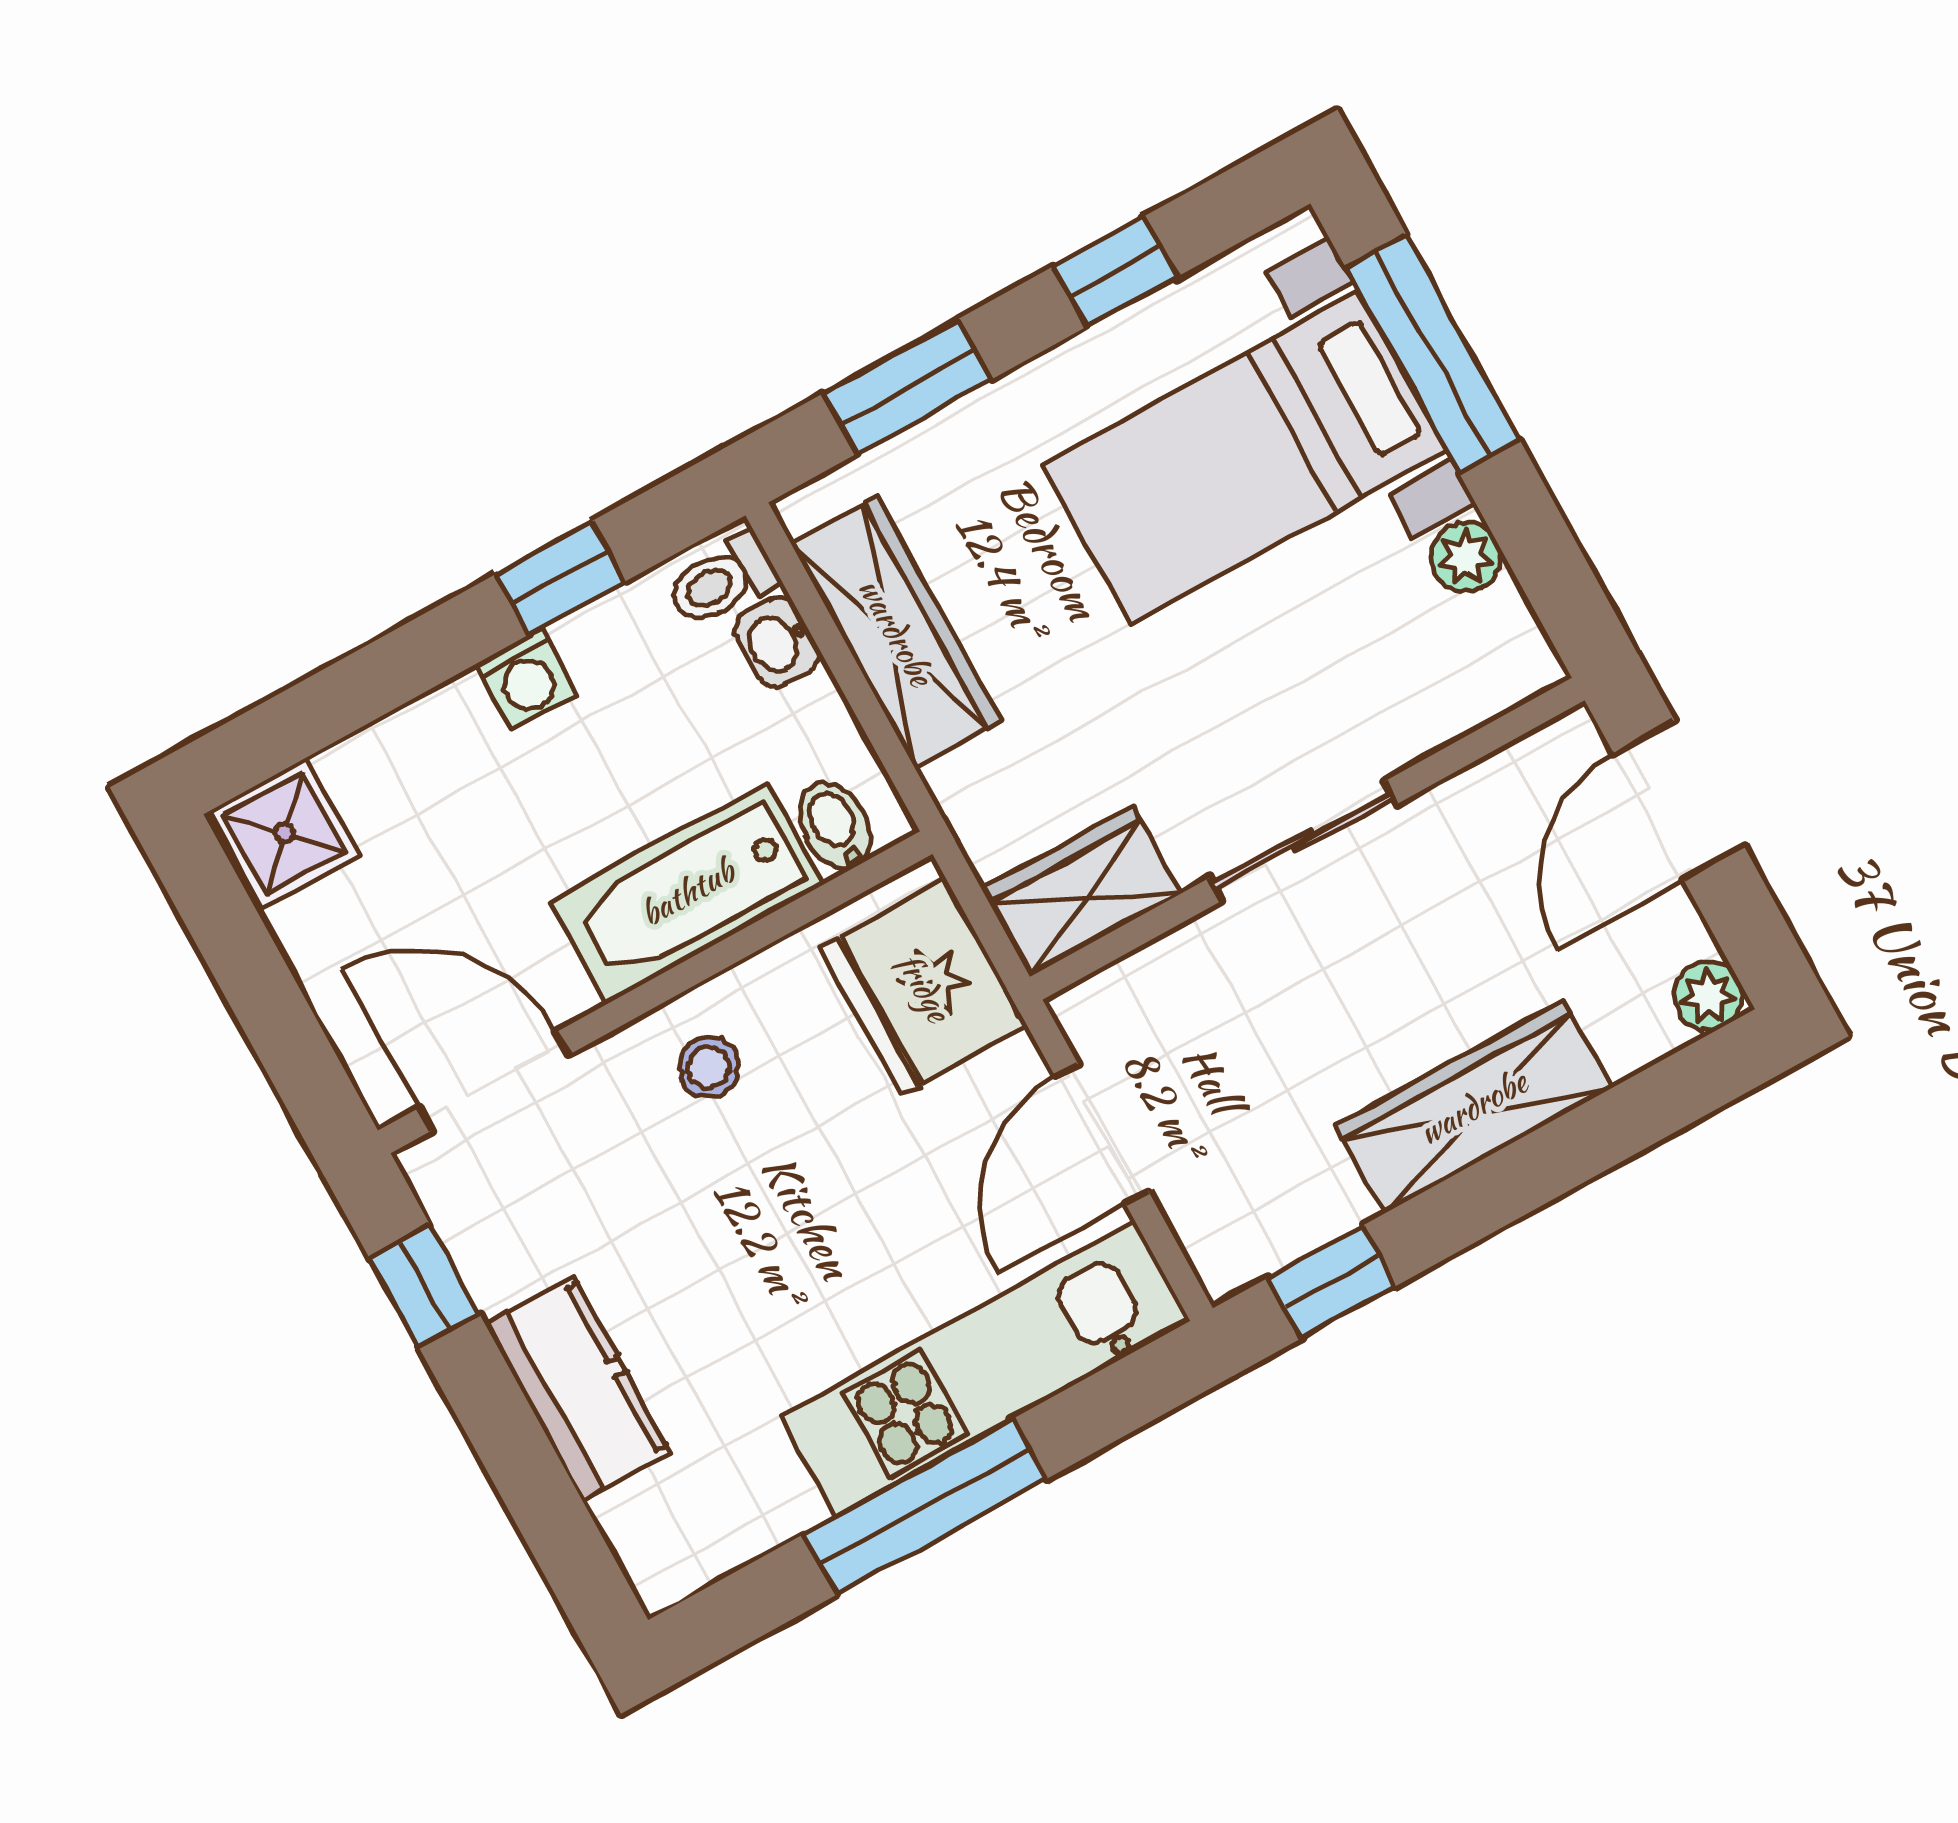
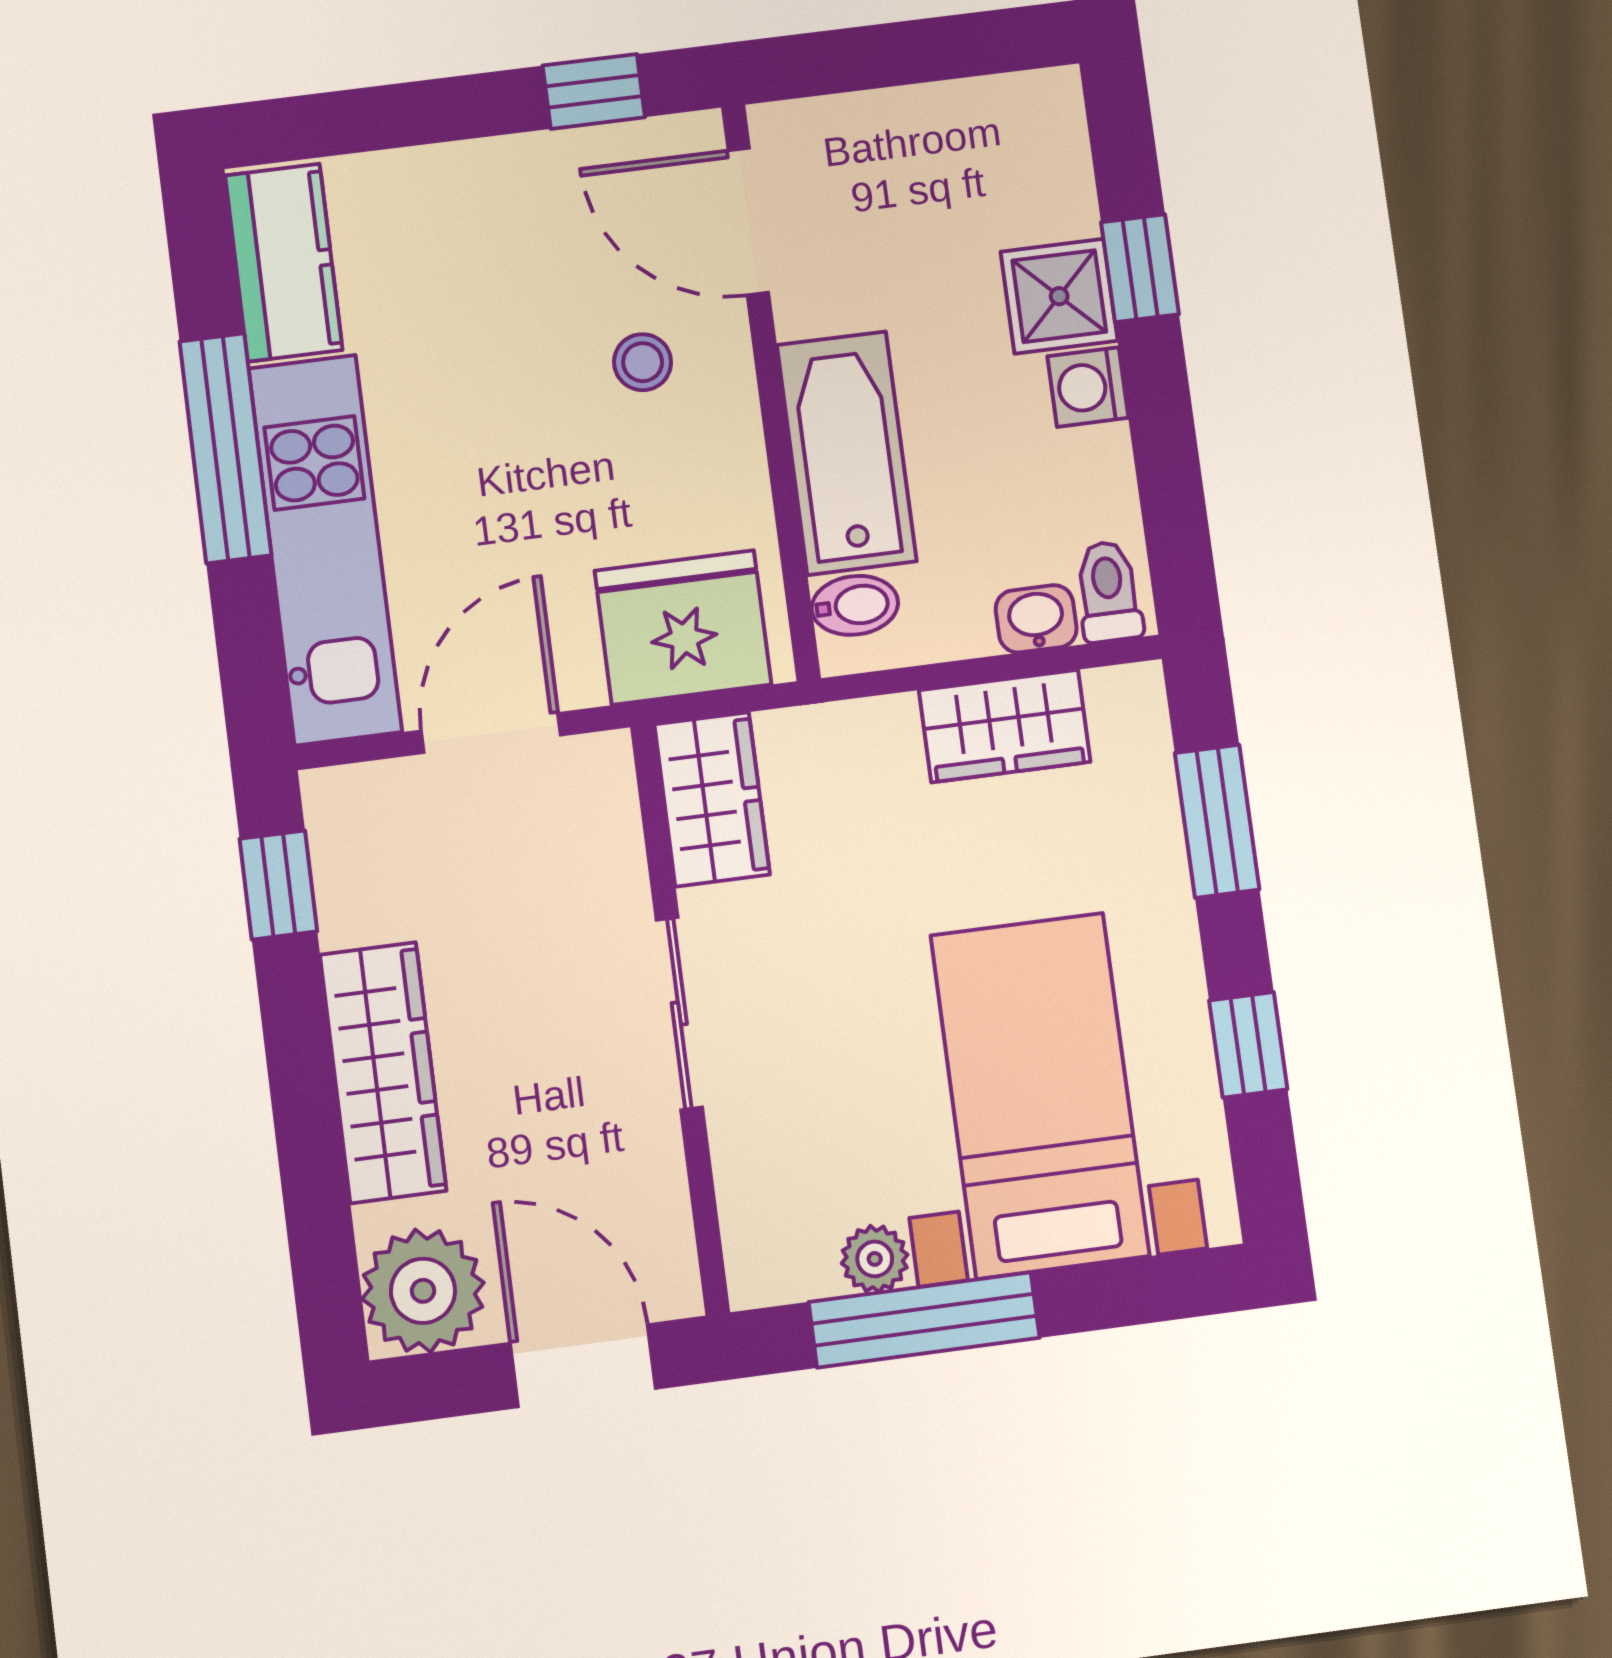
window: (1433, 354) -> (924, 1320), moved
window: (560, 578) -> (1140, 268), moved
wardrobe: (896, 632) -> (1005, 726), width x0.67
shower: (284, 833) -> (1059, 296), moved
plant: (1709, 996) -> (423, 1291), width x1.88, depth x1.88
stool: (709, 1067) -> (643, 362), moved
door: (494, 1081) -> (748, 222), swing flipped
door: (1102, 1134) -> (491, 733), hinge flipped
kitchen counter: (578, 1388) -> (284, 263), moved, turned -90

